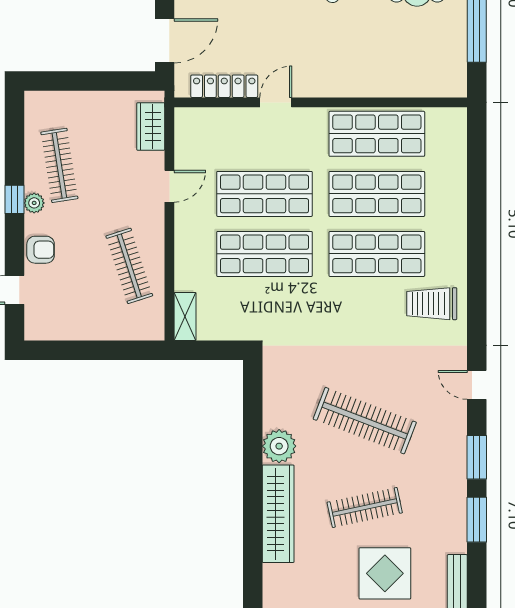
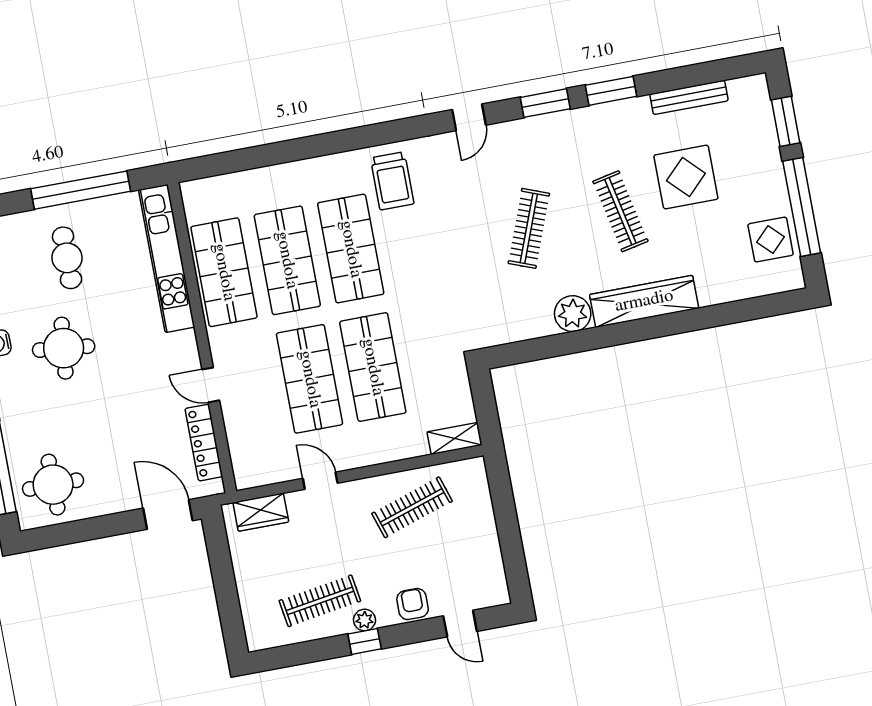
kitchen unit: (399, 84) -> (167, 258), added
clothes rail: (365, 421) -> (529, 228), width x0.73, depth x0.76

